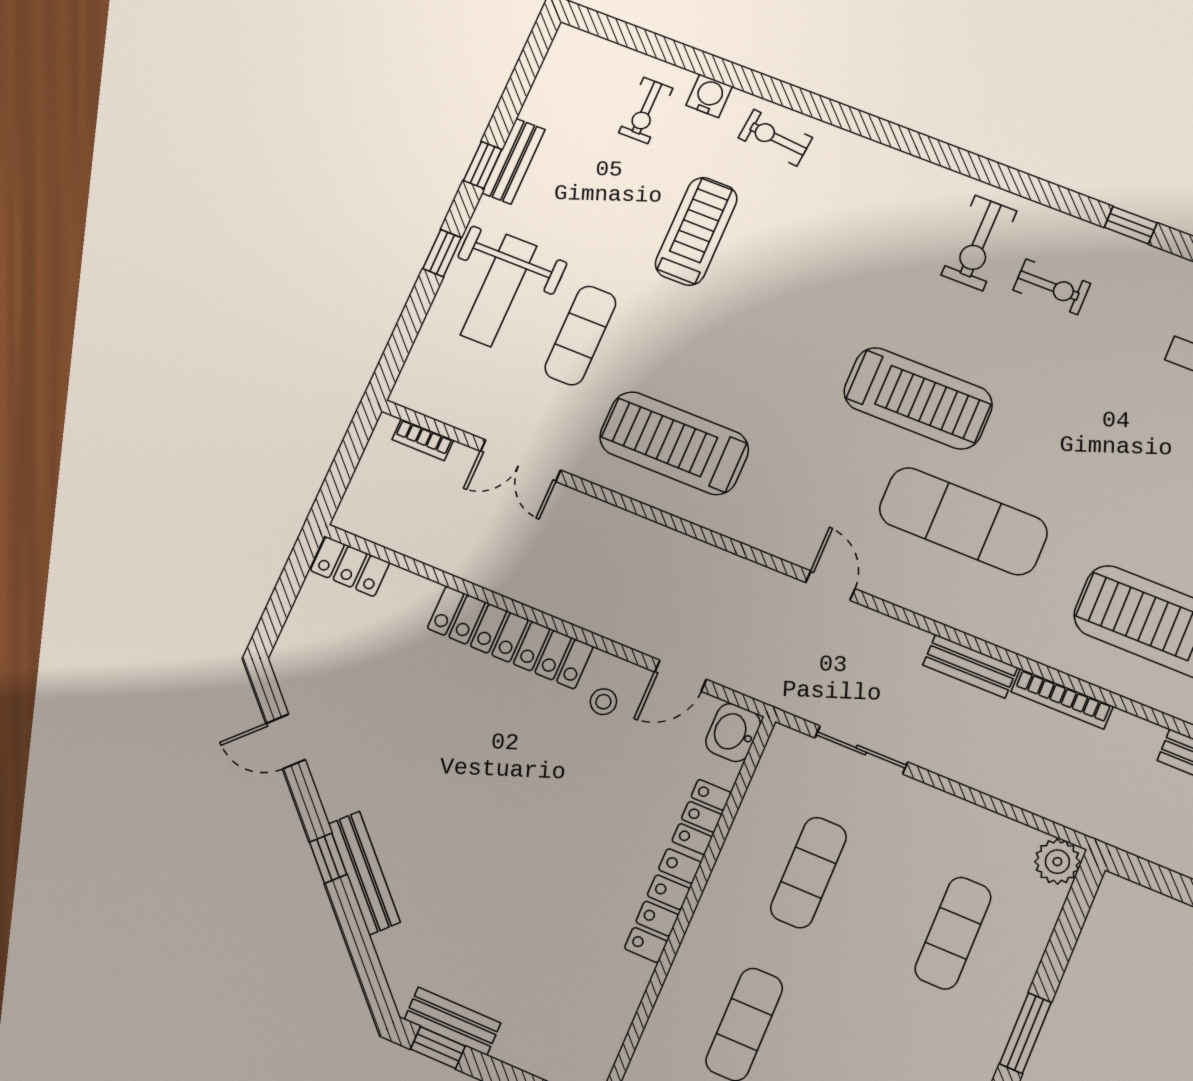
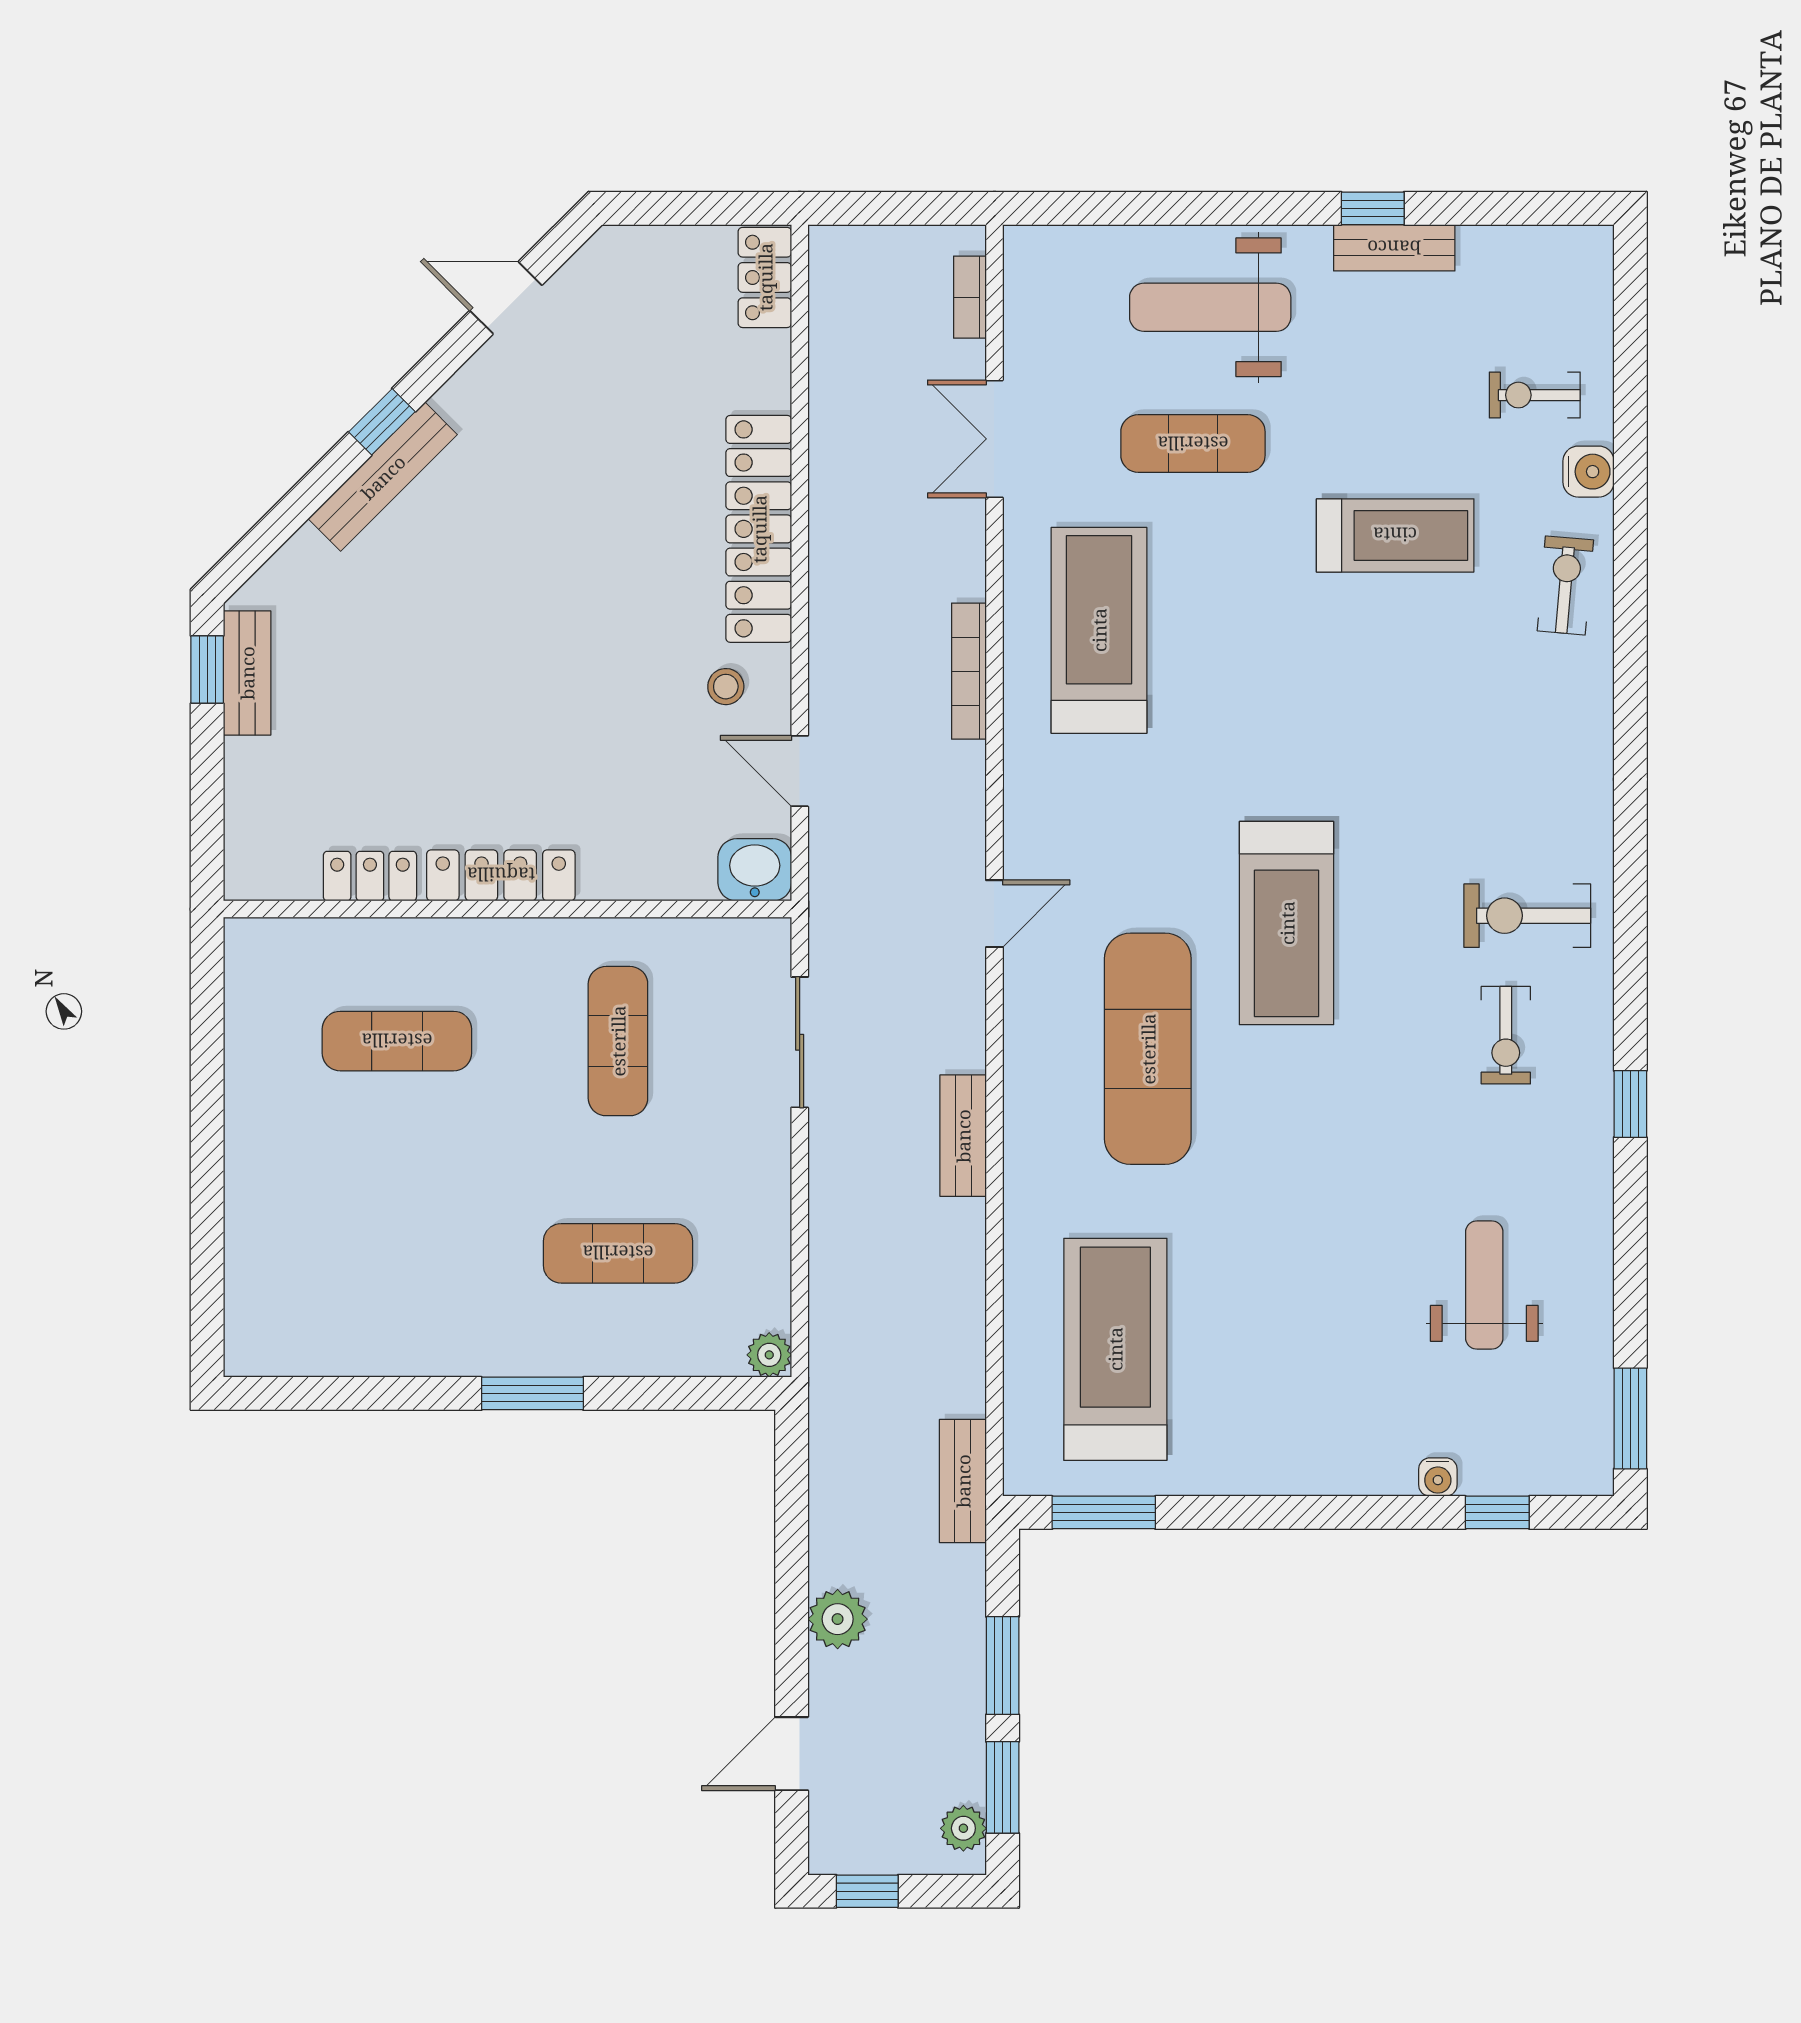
window: (442, 253) -> (1231, 208), removed
bookcase: (1062, 699) -> (969, 671), moved
door: (286, 742) -> (506, 298), hinge flipped
locker: (702, 817) -> (370, 876), moved
plant: (1057, 862) -> (769, 1355), width x0.73, depth x0.73
exercise mat: (808, 873) -> (618, 1041), turned 90

